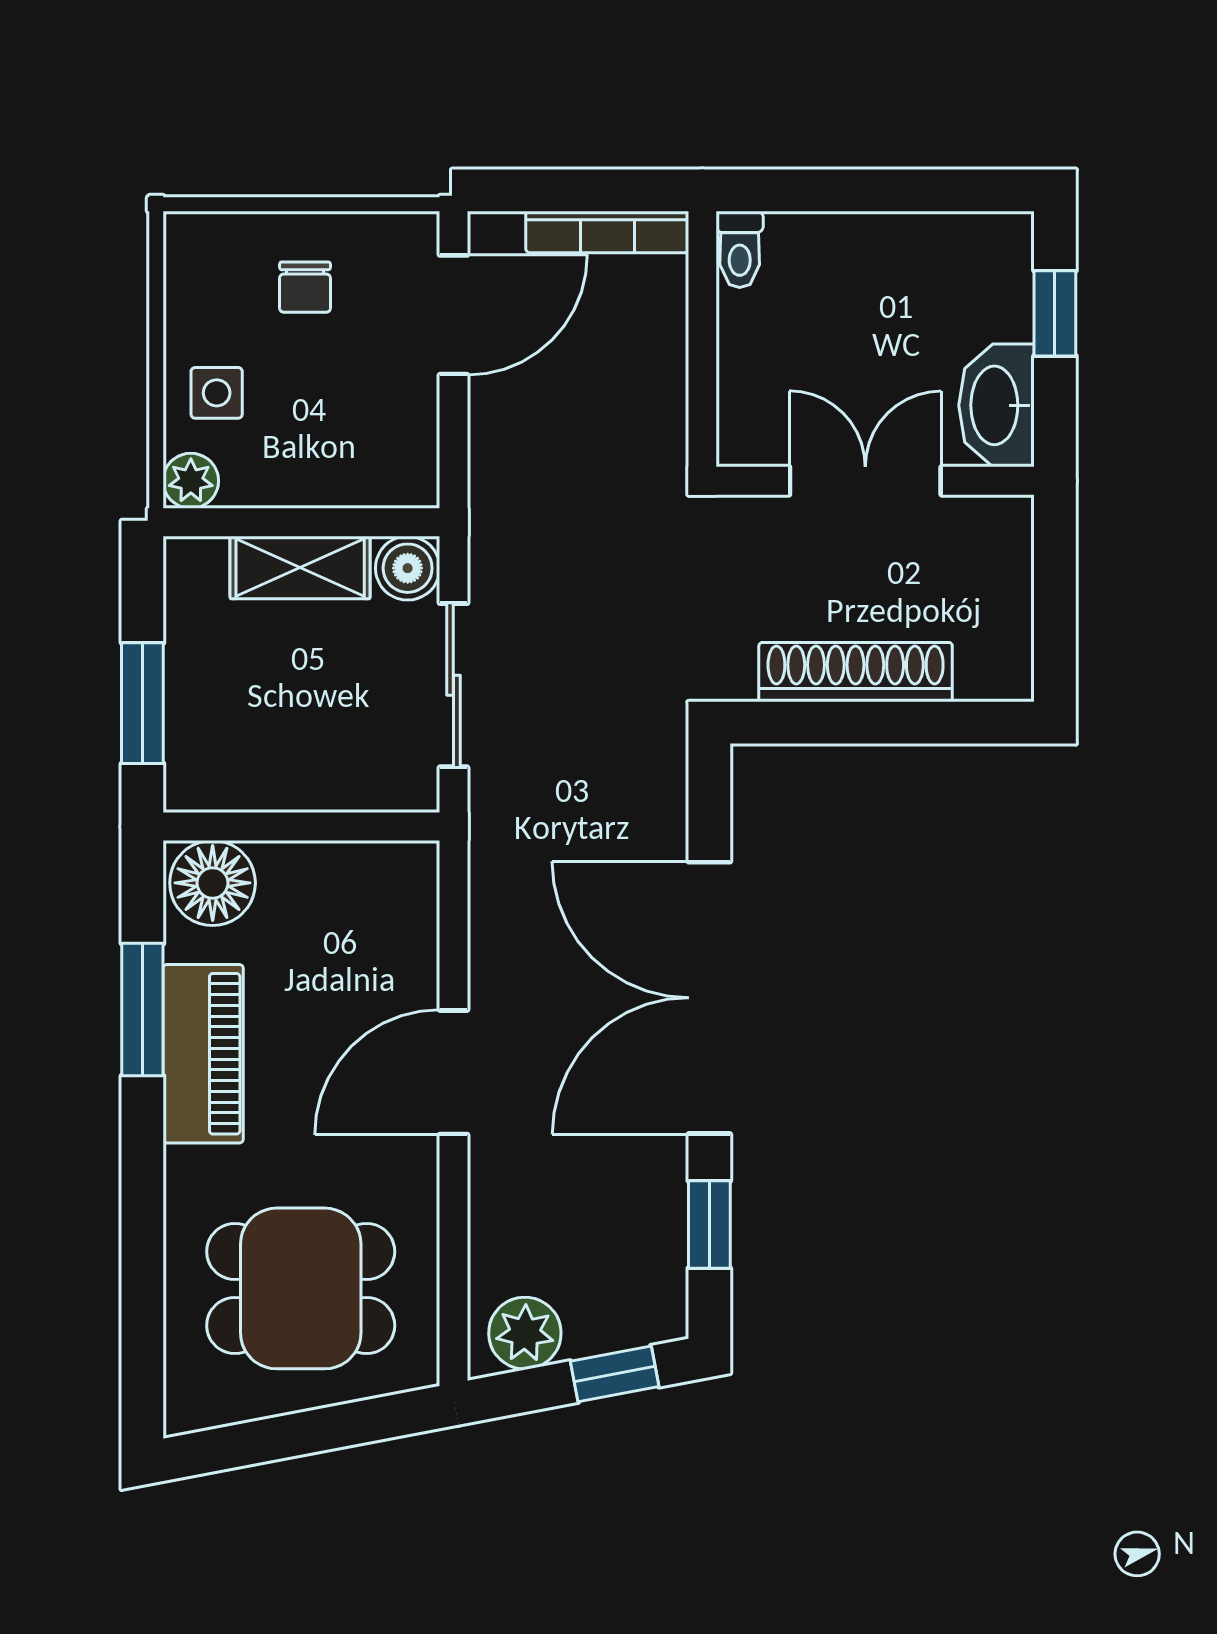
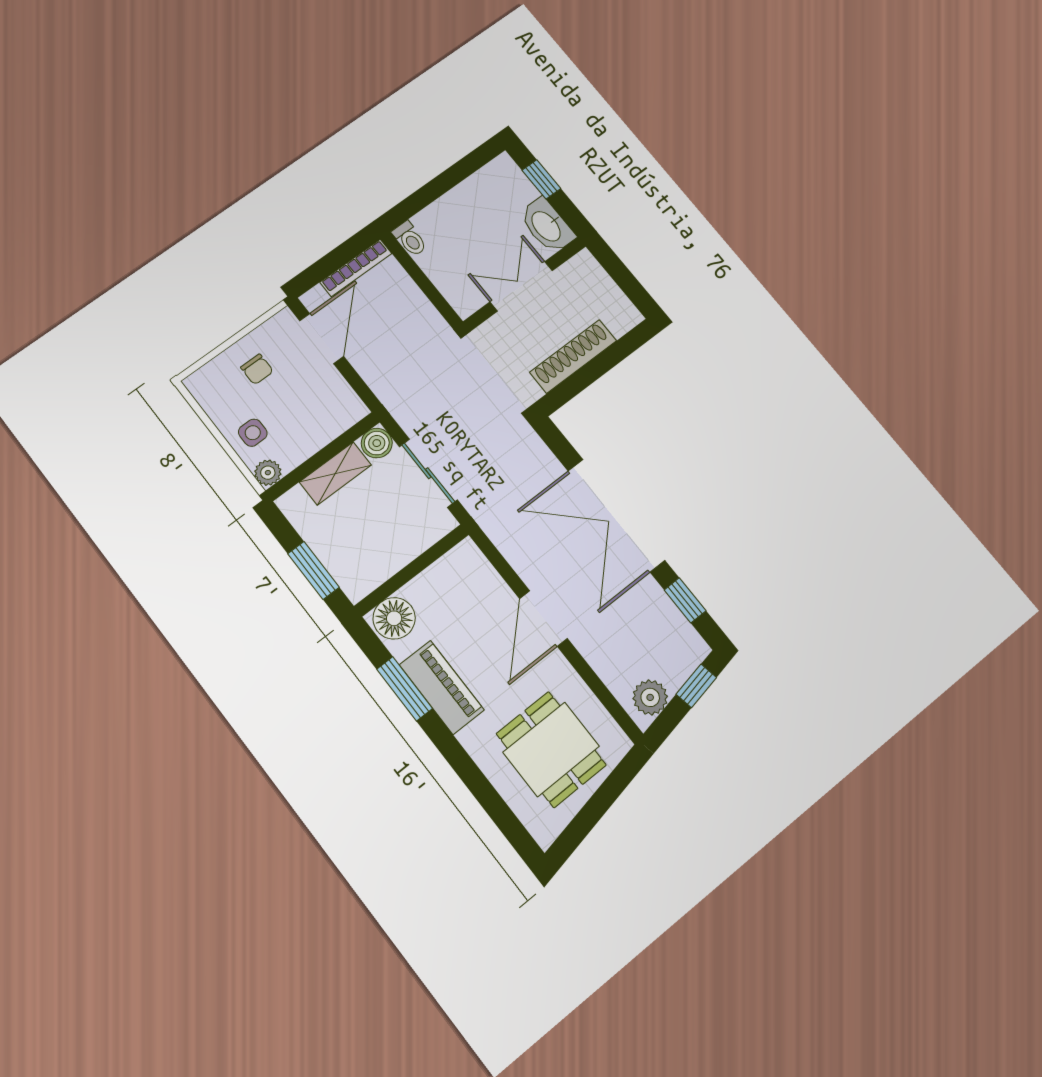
dining table: (301, 1288) -> (551, 749), turned 90

